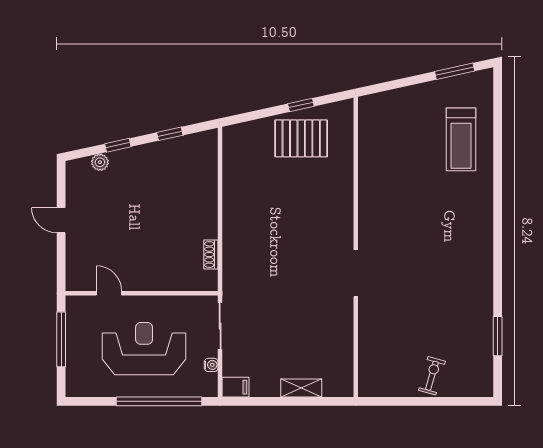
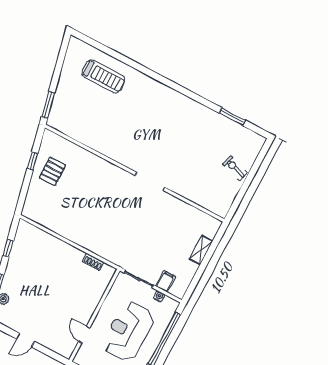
window: (455, 71) -> (48, 105), moved
pallet: (301, 138) -> (52, 171), width x0.67, depth x0.71
door: (109, 293) -> (84, 335), hinge flipped
filing cabinet: (236, 387) -> (166, 281), moved

